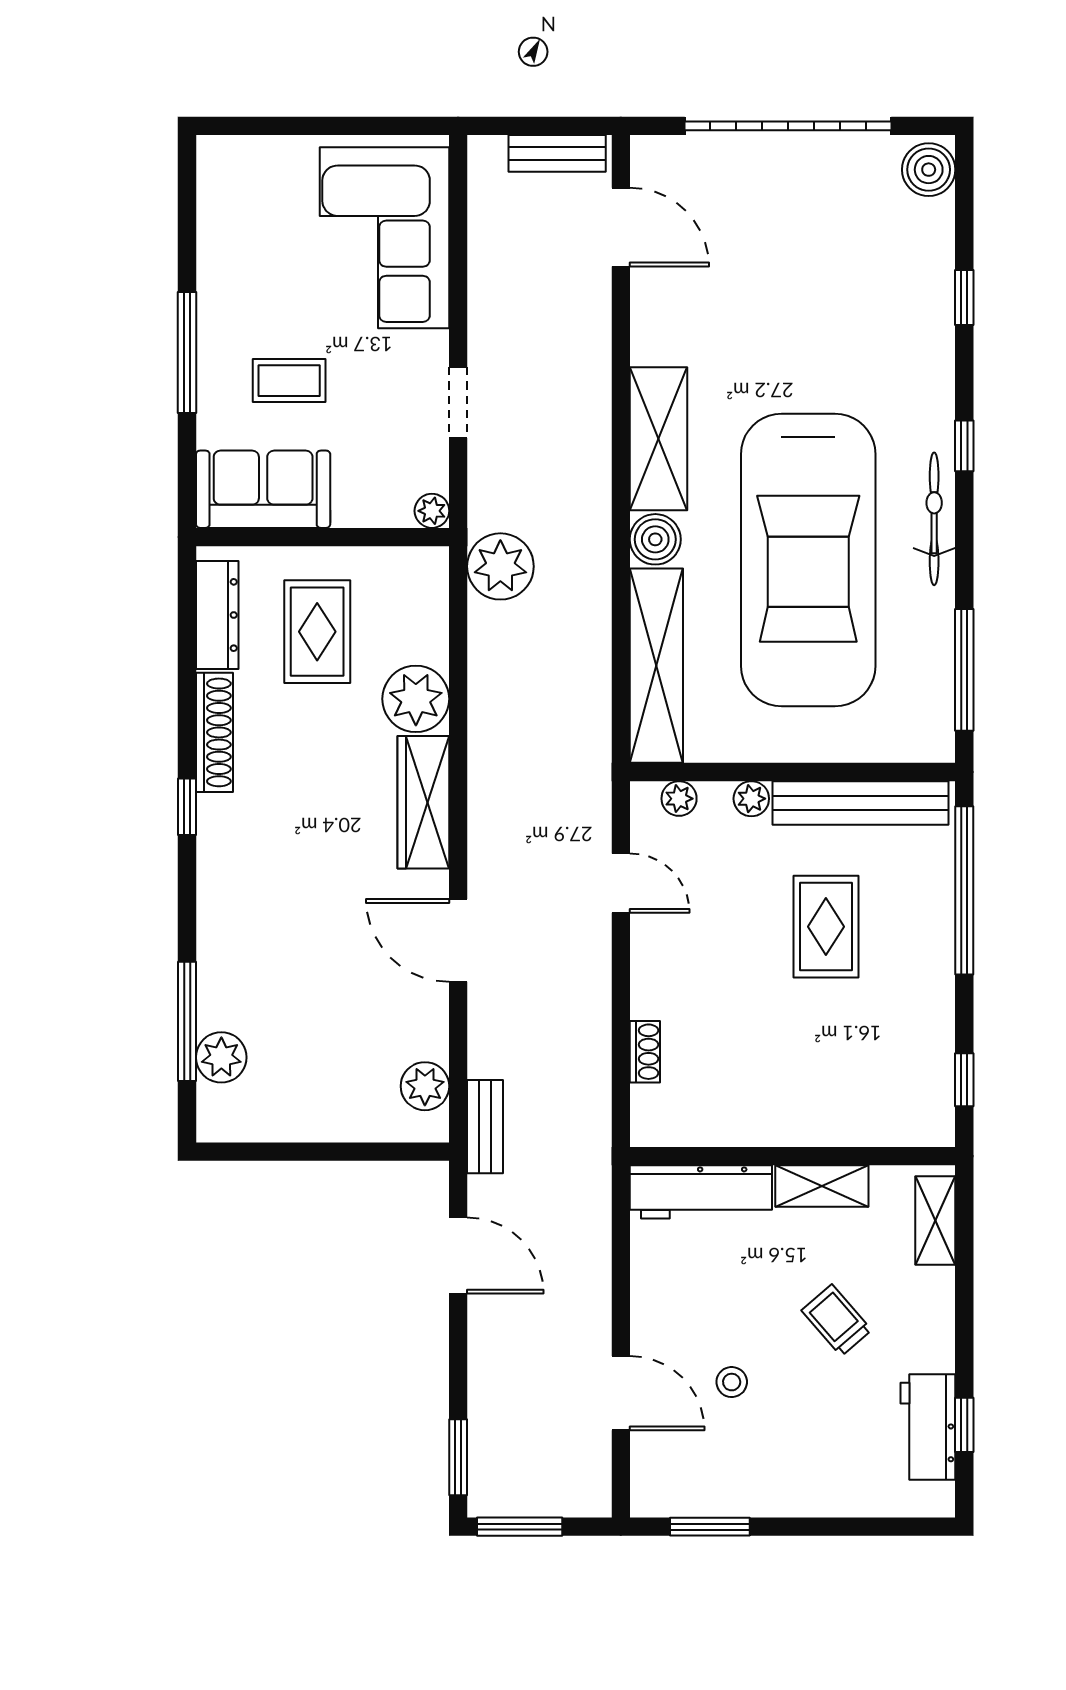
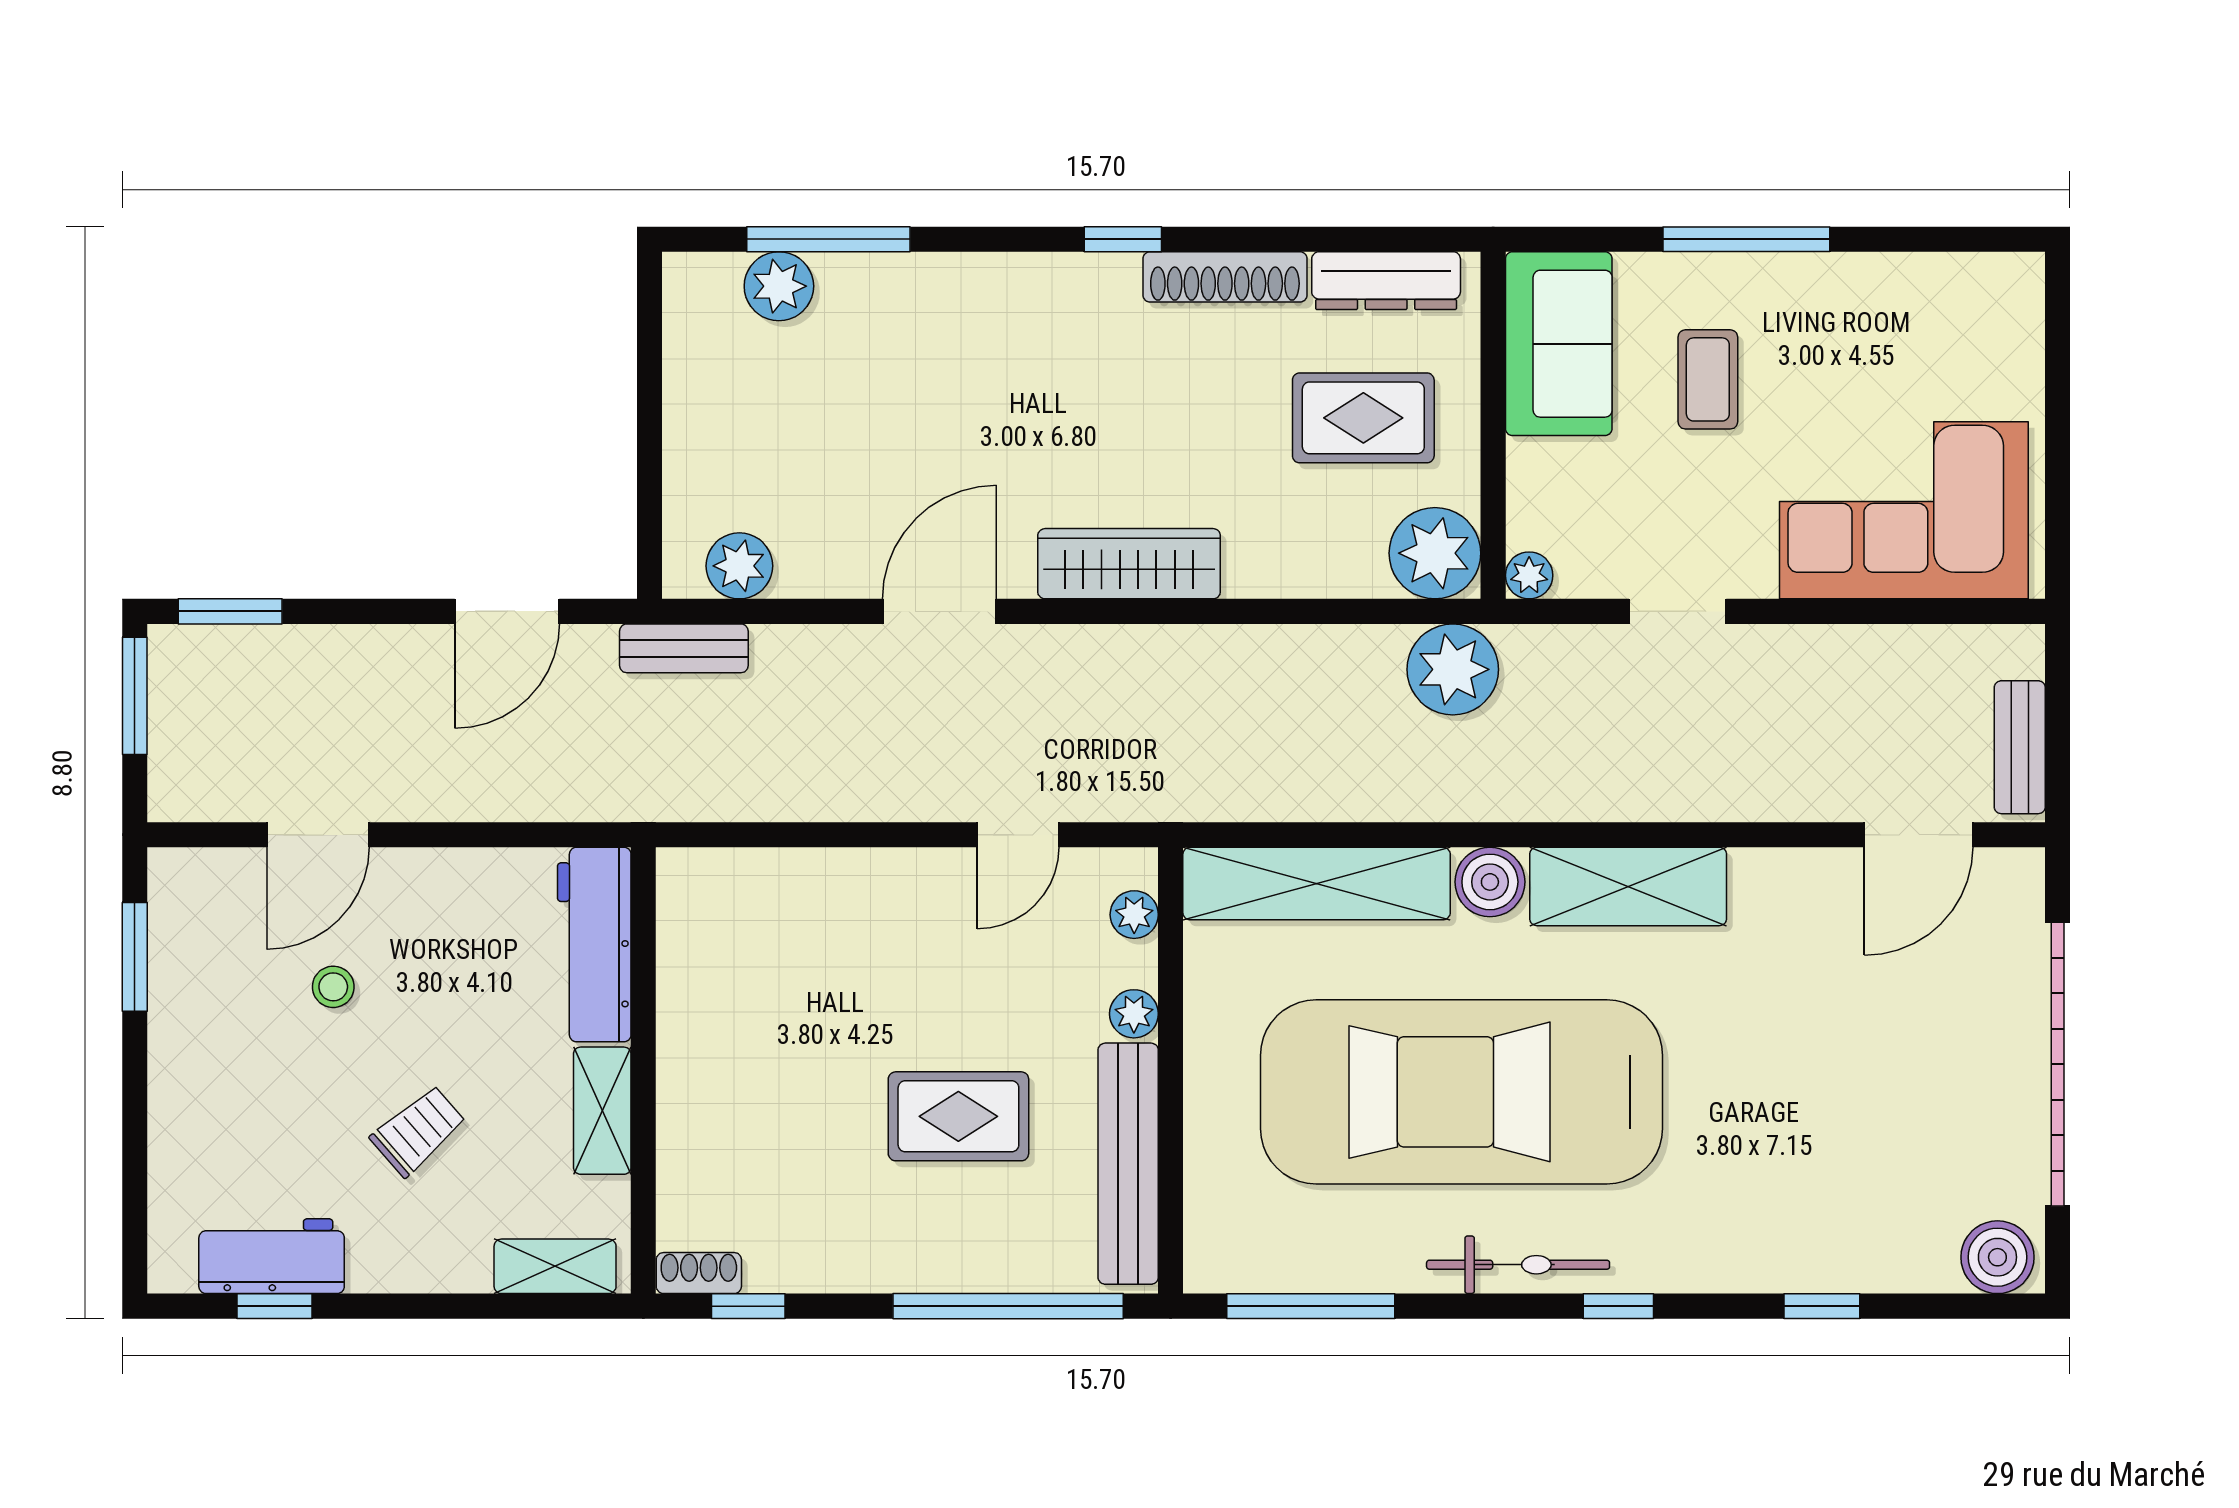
plant: (416, 699) -> (1435, 553), moved
shoe rack: (645, 1052) -> (699, 1273), moved, turned 180

